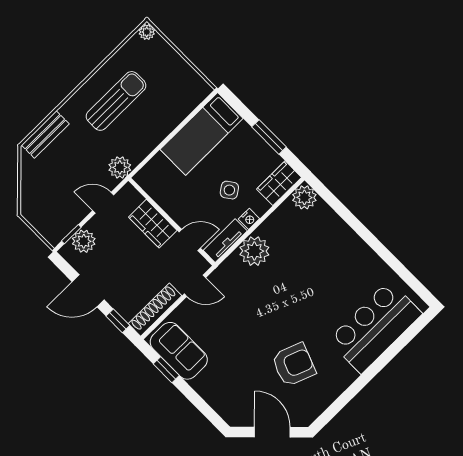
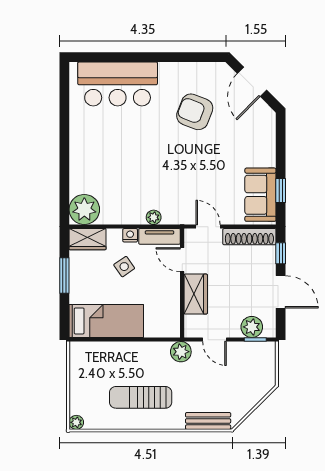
plant: (304, 197) -> (84, 209), width x1.36, depth x1.36
plant: (254, 251) -> (154, 217), width x0.53, depth x0.53

